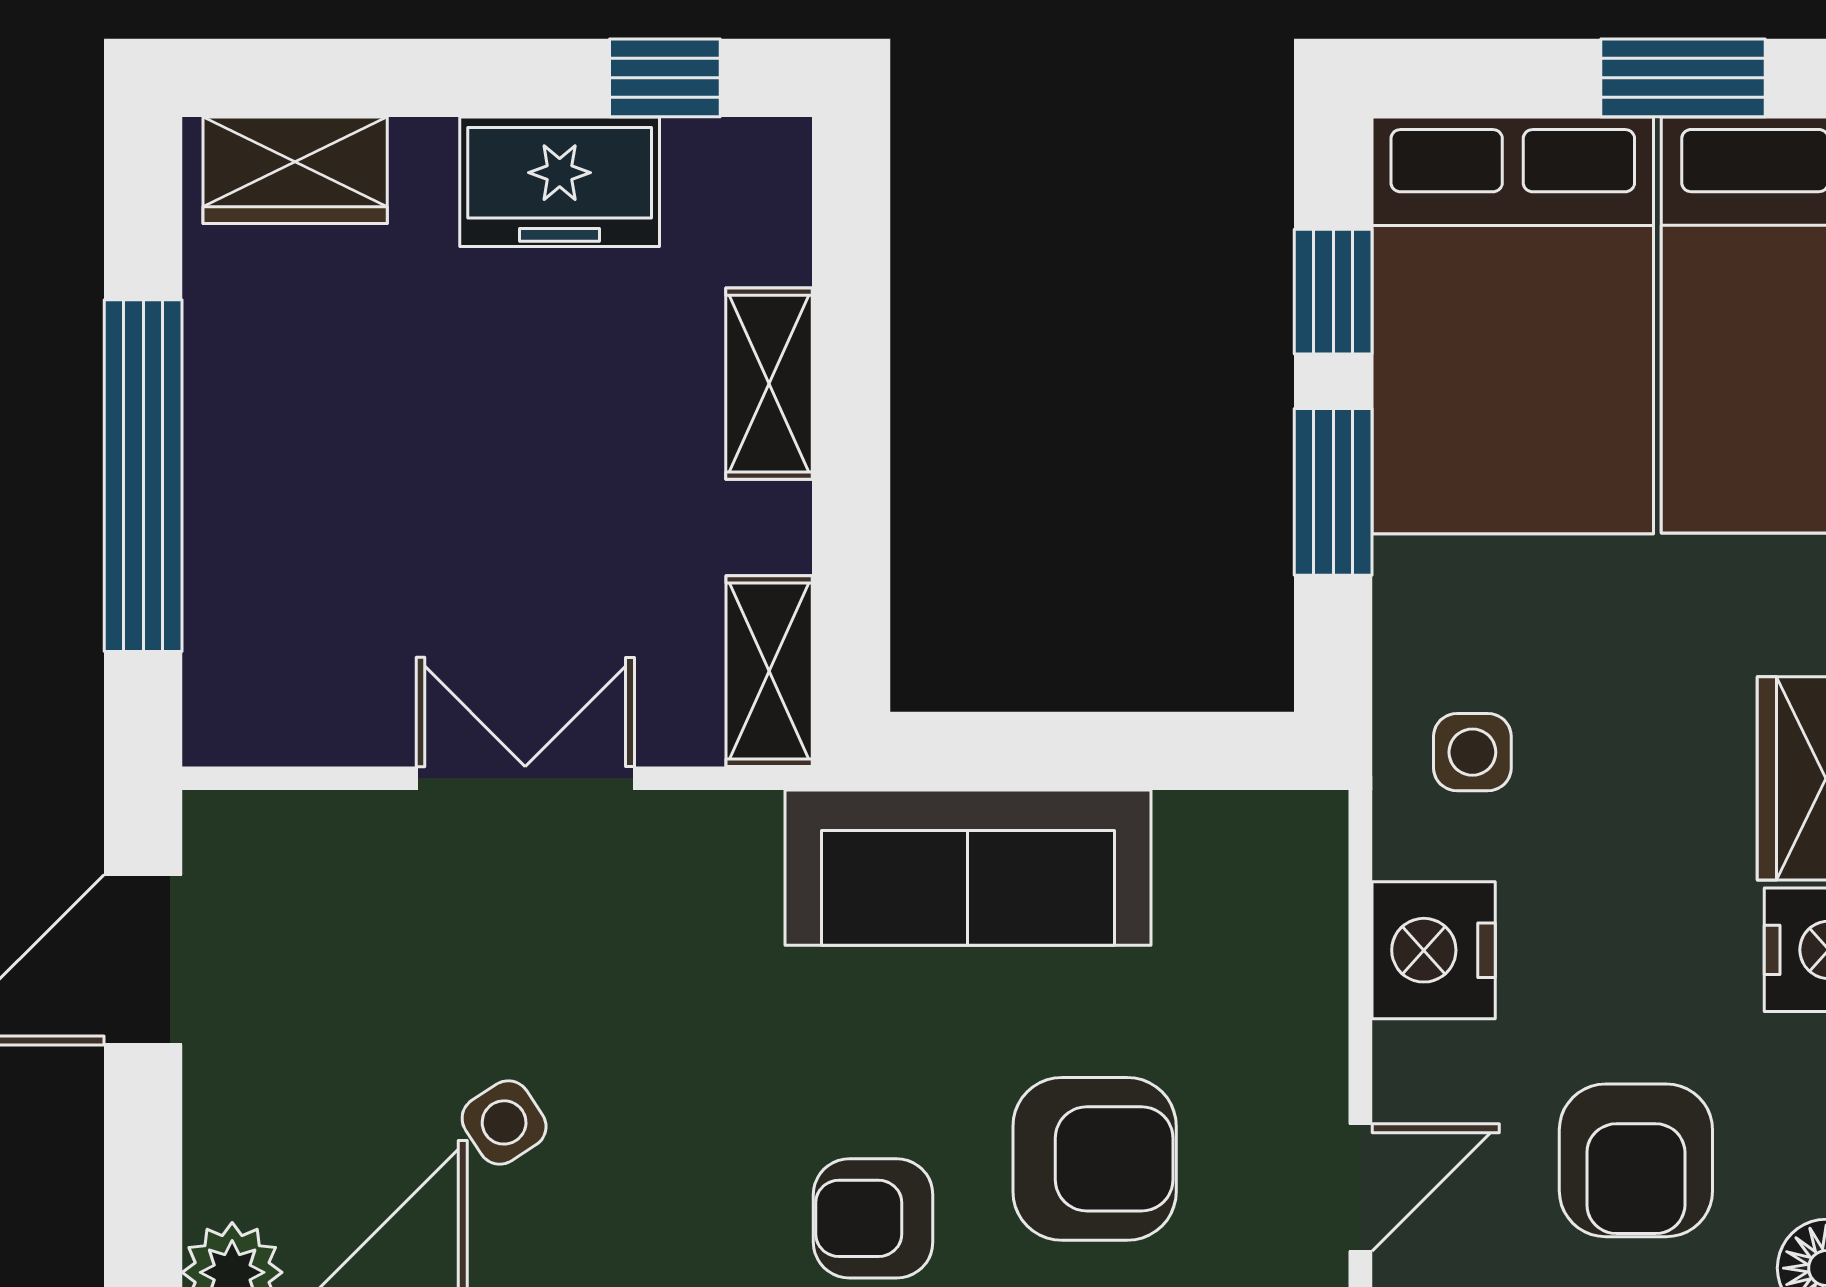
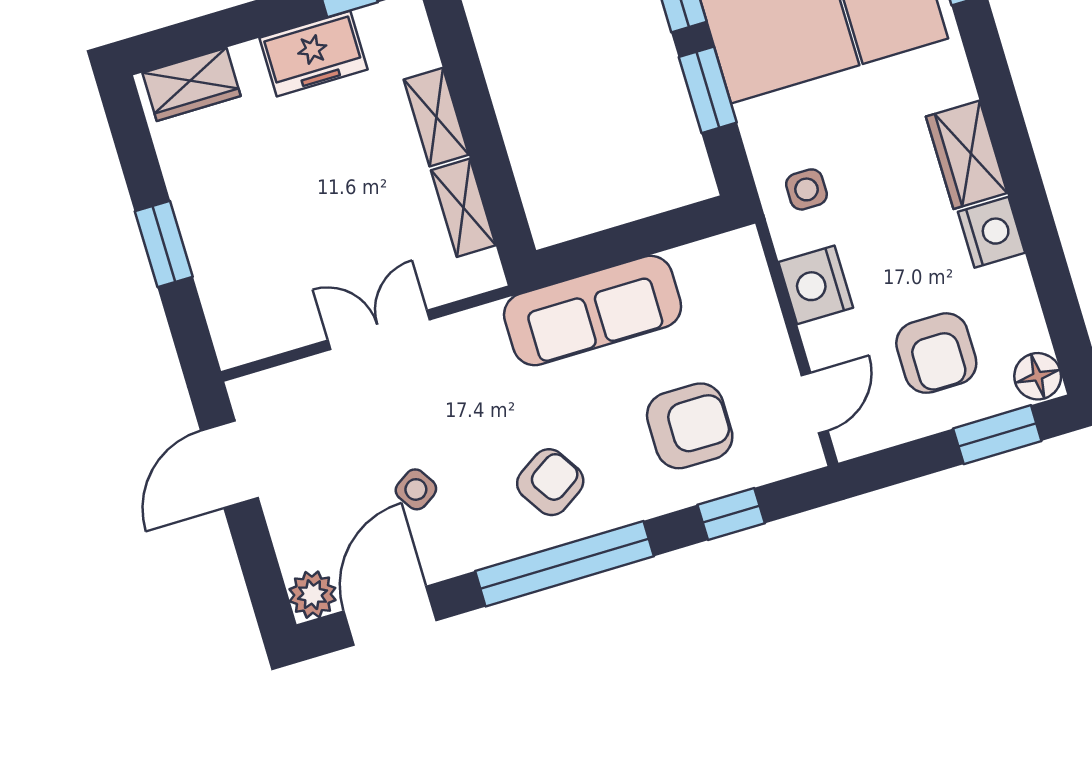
window: (143, 476) -> (164, 244), width x0.47
shelving: (769, 671) -> (463, 208), moved
armchair: (873, 1218) -> (550, 482), moved, turned 147

